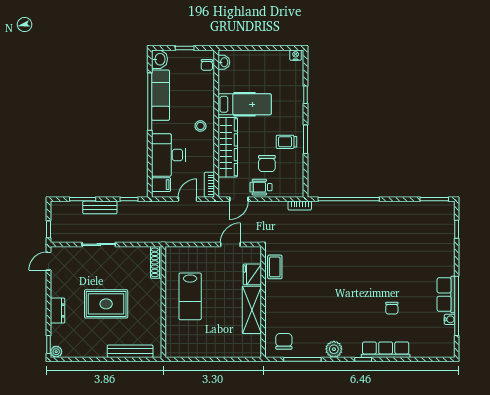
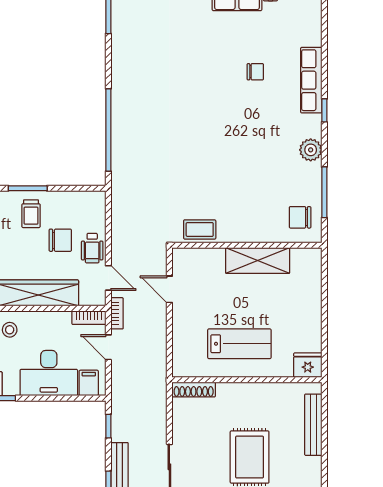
bookcase: (300, 206) -> (117, 313), moved
fridge: (252, 274) -> (308, 365), moved, turned 180

